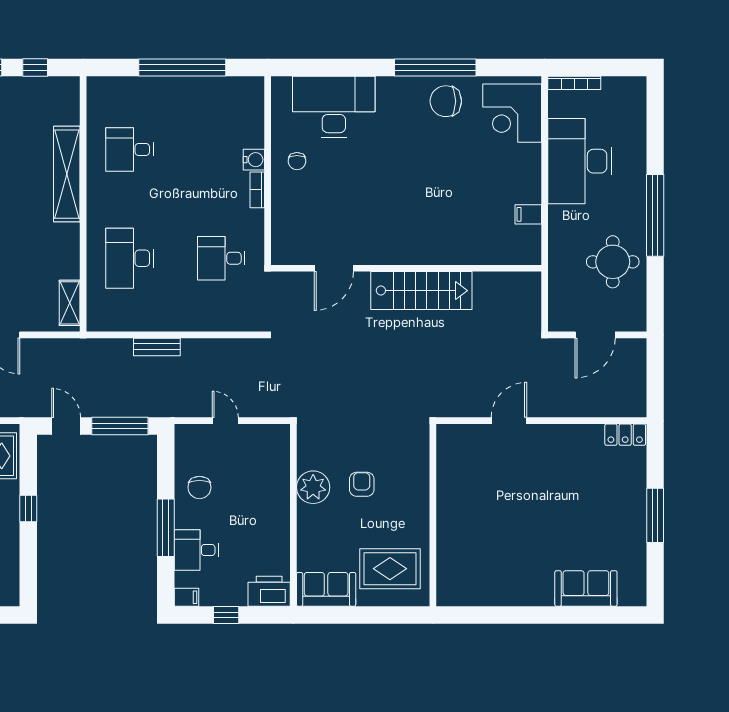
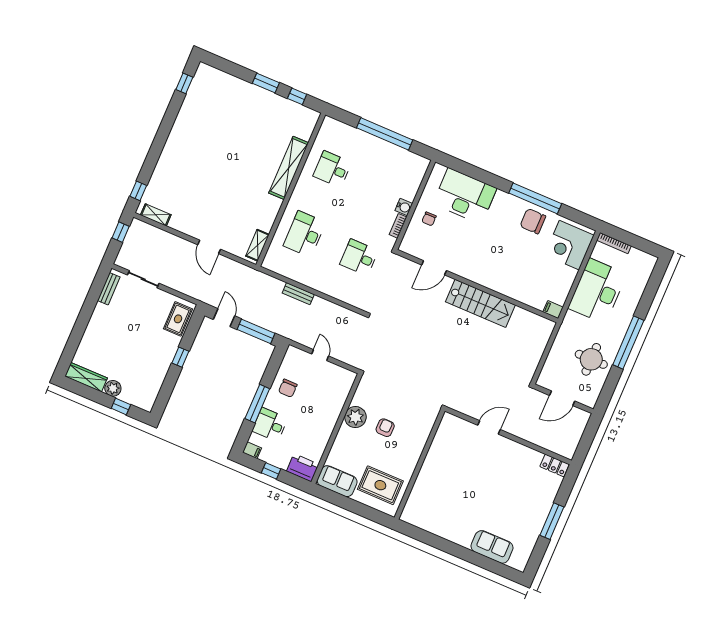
door: (334, 268) -> (434, 268), moved
wall: (406, 268) -> (477, 286), moved
stairs: (421, 291) -> (480, 303), moved

